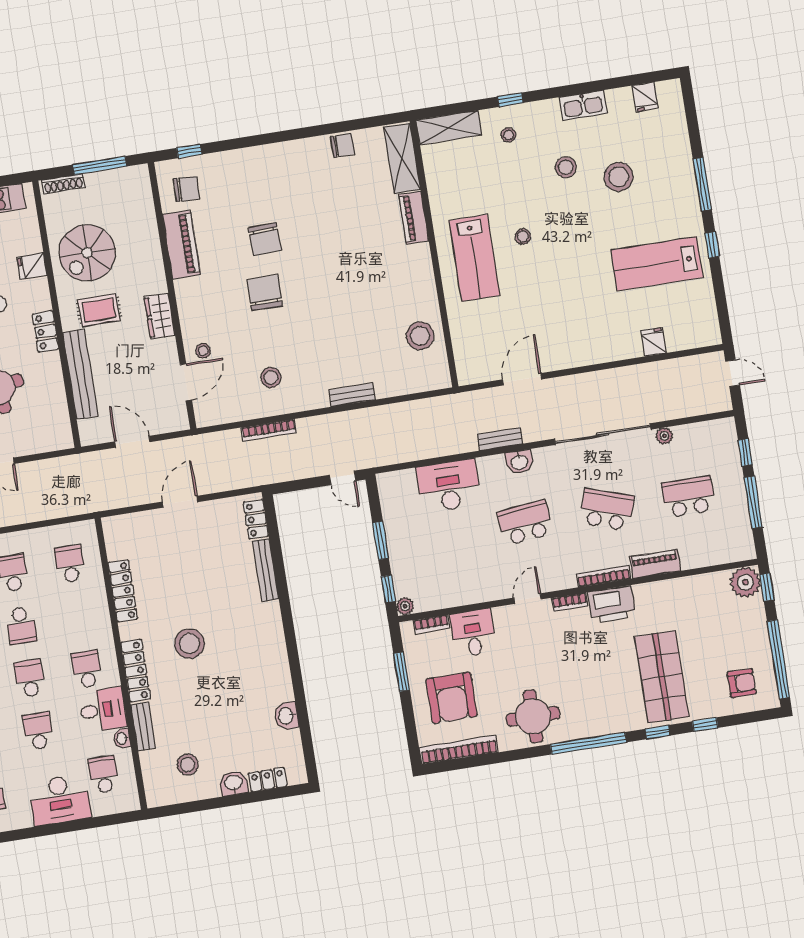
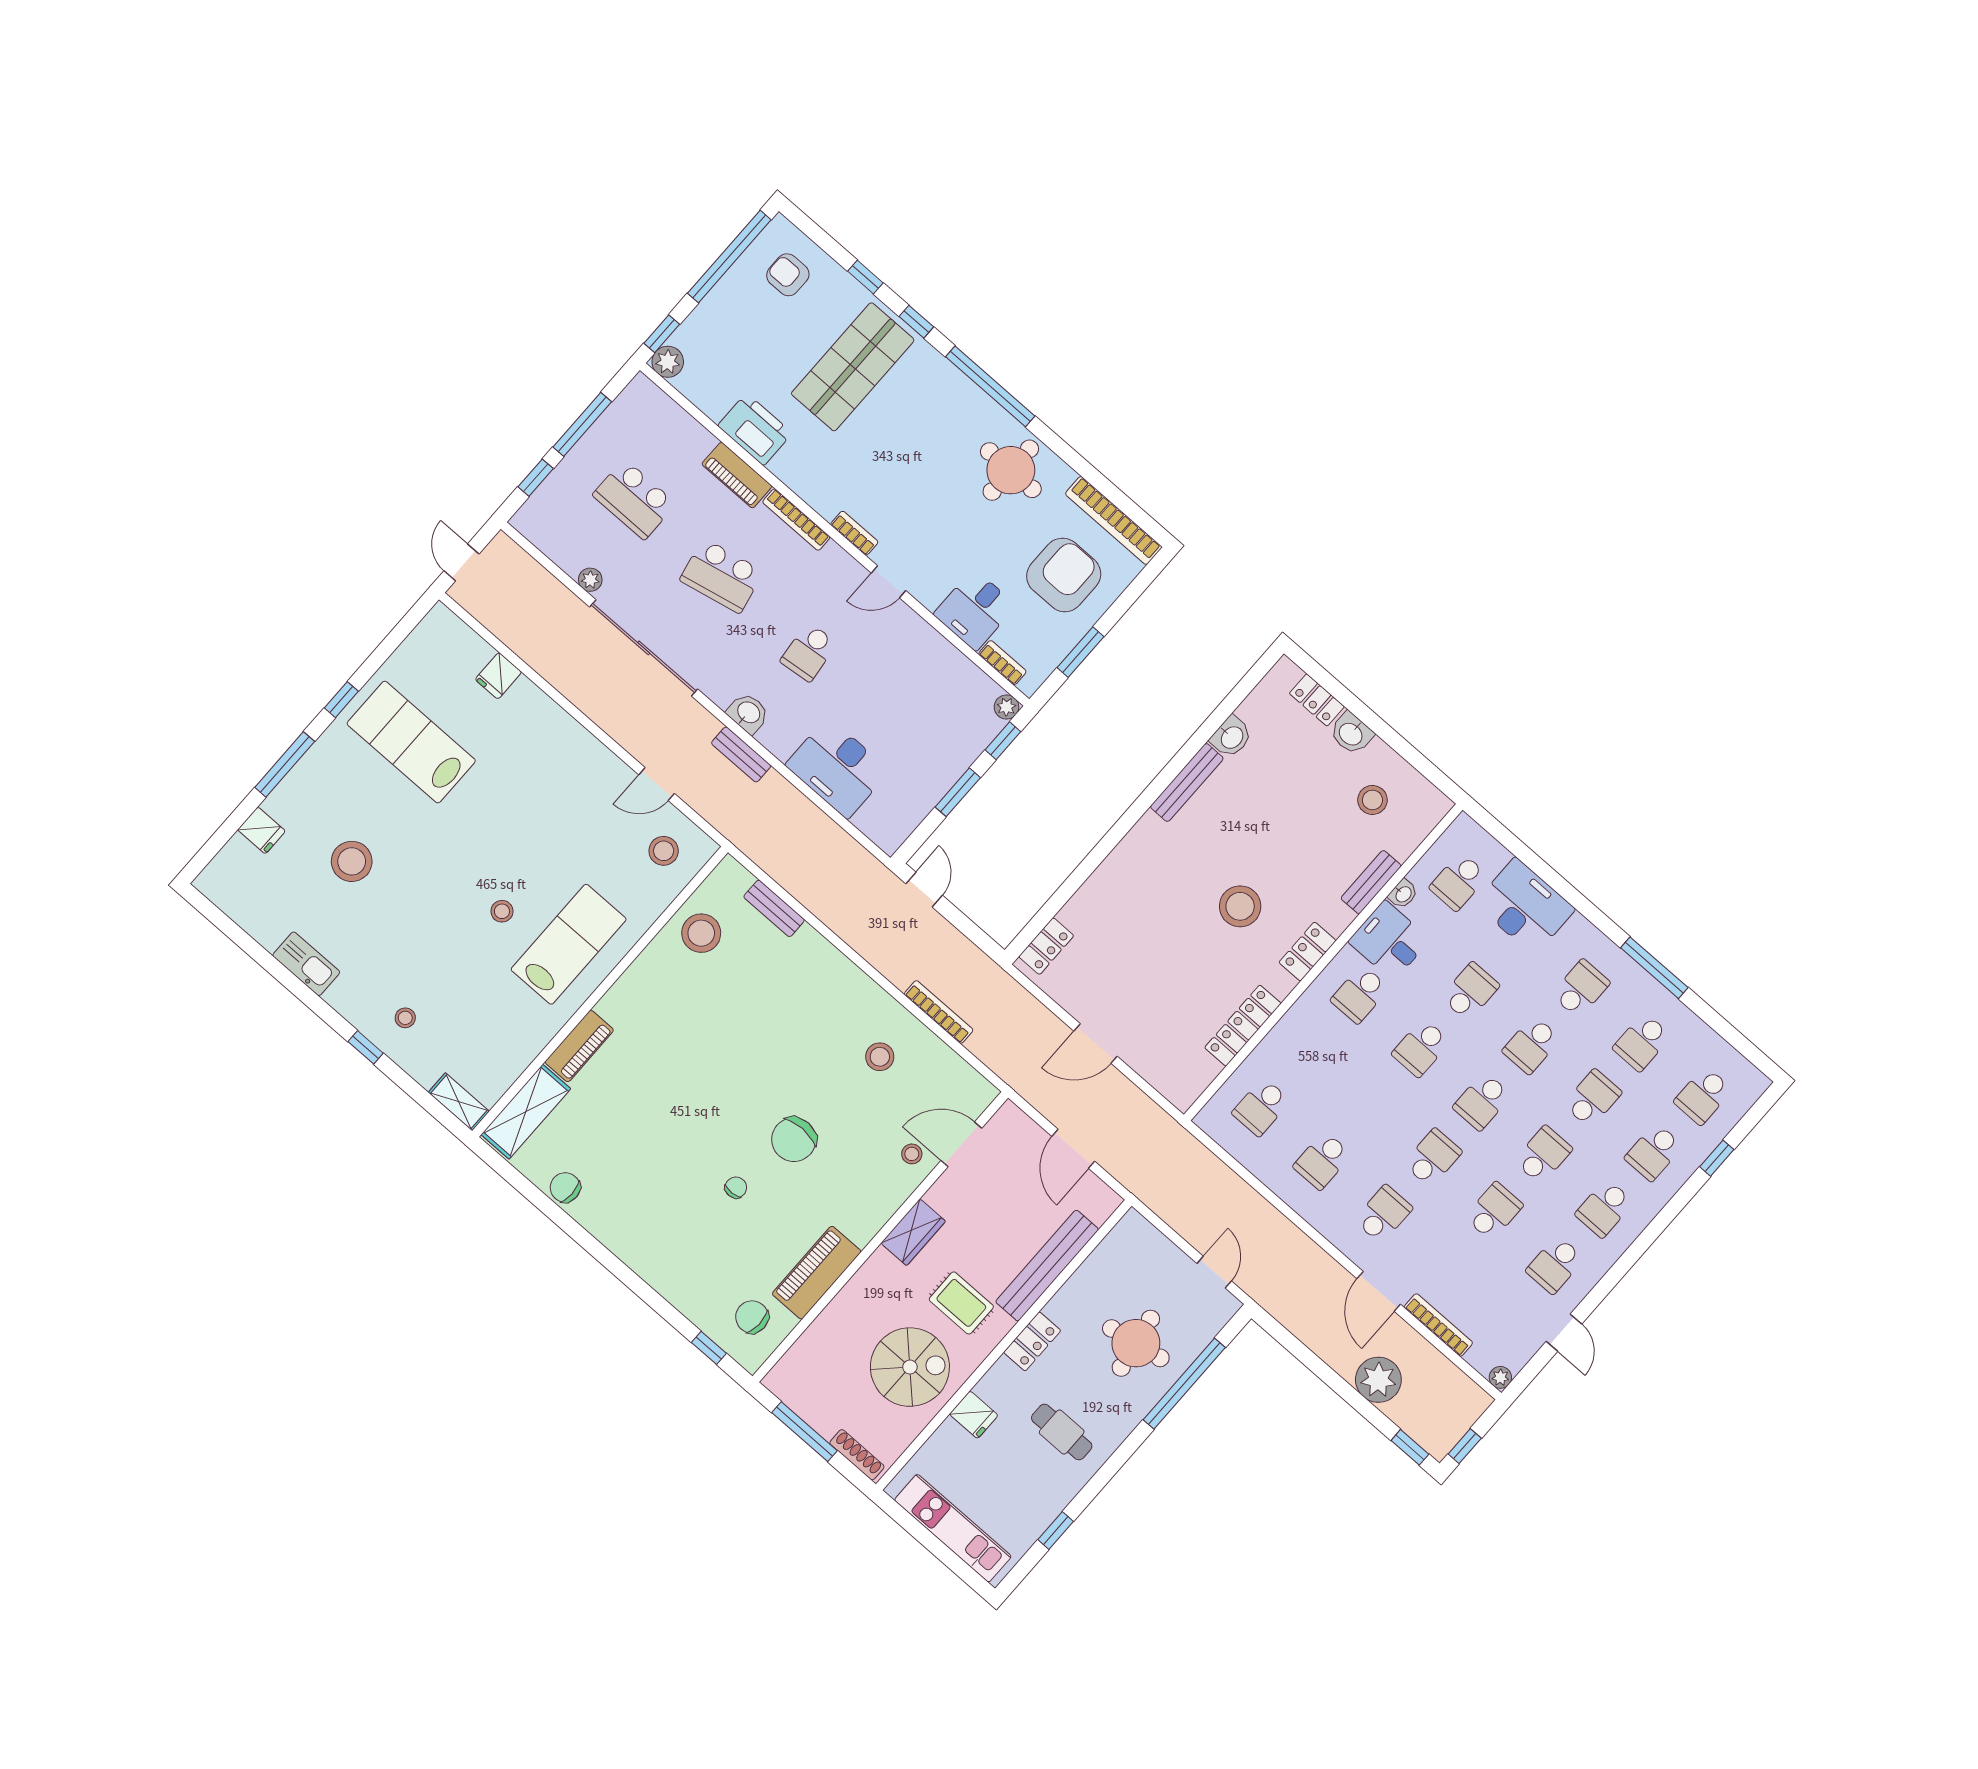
fridge: (645, 97) -> (261, 830), moved, turned 90
shelving: (449, 128) -> (459, 1102), width x0.67, depth x0.75
stool: (566, 167) -> (664, 851), moved
chair: (265, 239) -> (736, 1188), width x0.54, depth x0.54
lab bench: (657, 264) -> (411, 742), turned 180
door: (522, 379) -> (657, 784), width x0.73
bench: (352, 395) -> (774, 908), moved
school desk: (607, 510) -> (721, 576), turned -30
school desk: (525, 523) -> (809, 652), width x0.54
bench: (266, 570) -> (1187, 782), moved
plant: (745, 582) -> (668, 362), width x0.73, depth x0.73
printer: (612, 604) -> (755, 429), moved
school desk: (21, 626) -> (1372, 1104), removed
locker: (136, 671) -> (1307, 951), width x0.66
school desk: (38, 731) -> (1470, 991), turned 180

